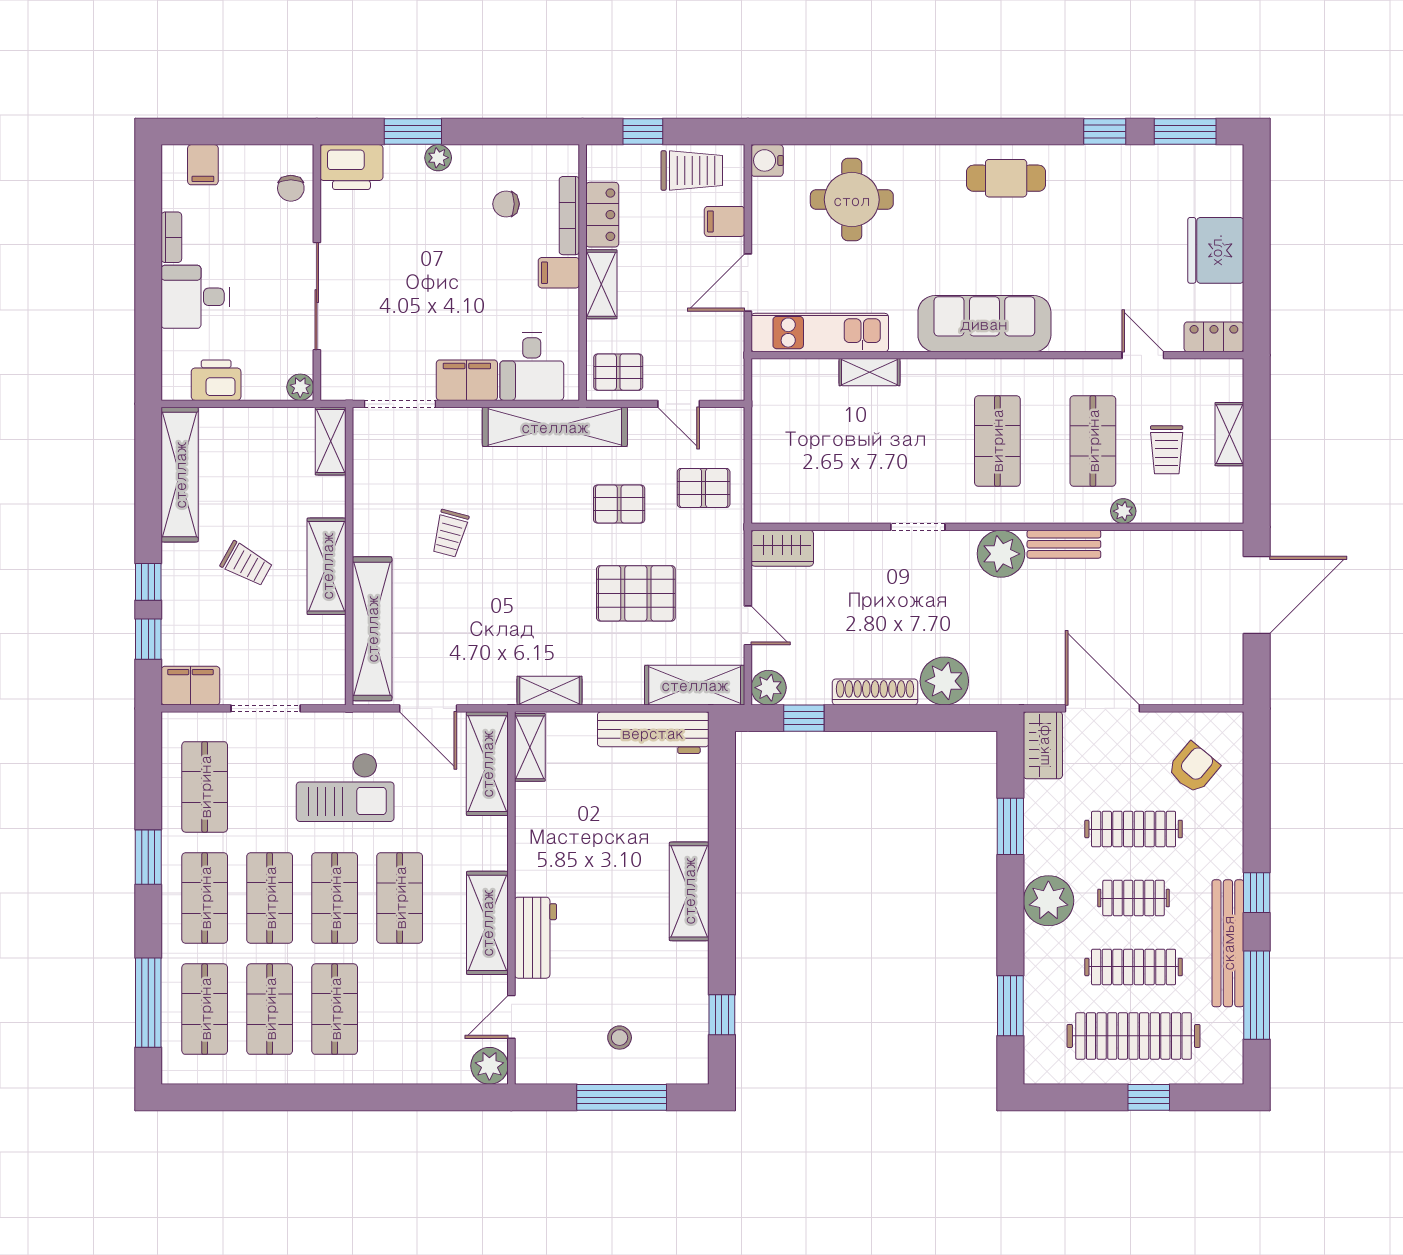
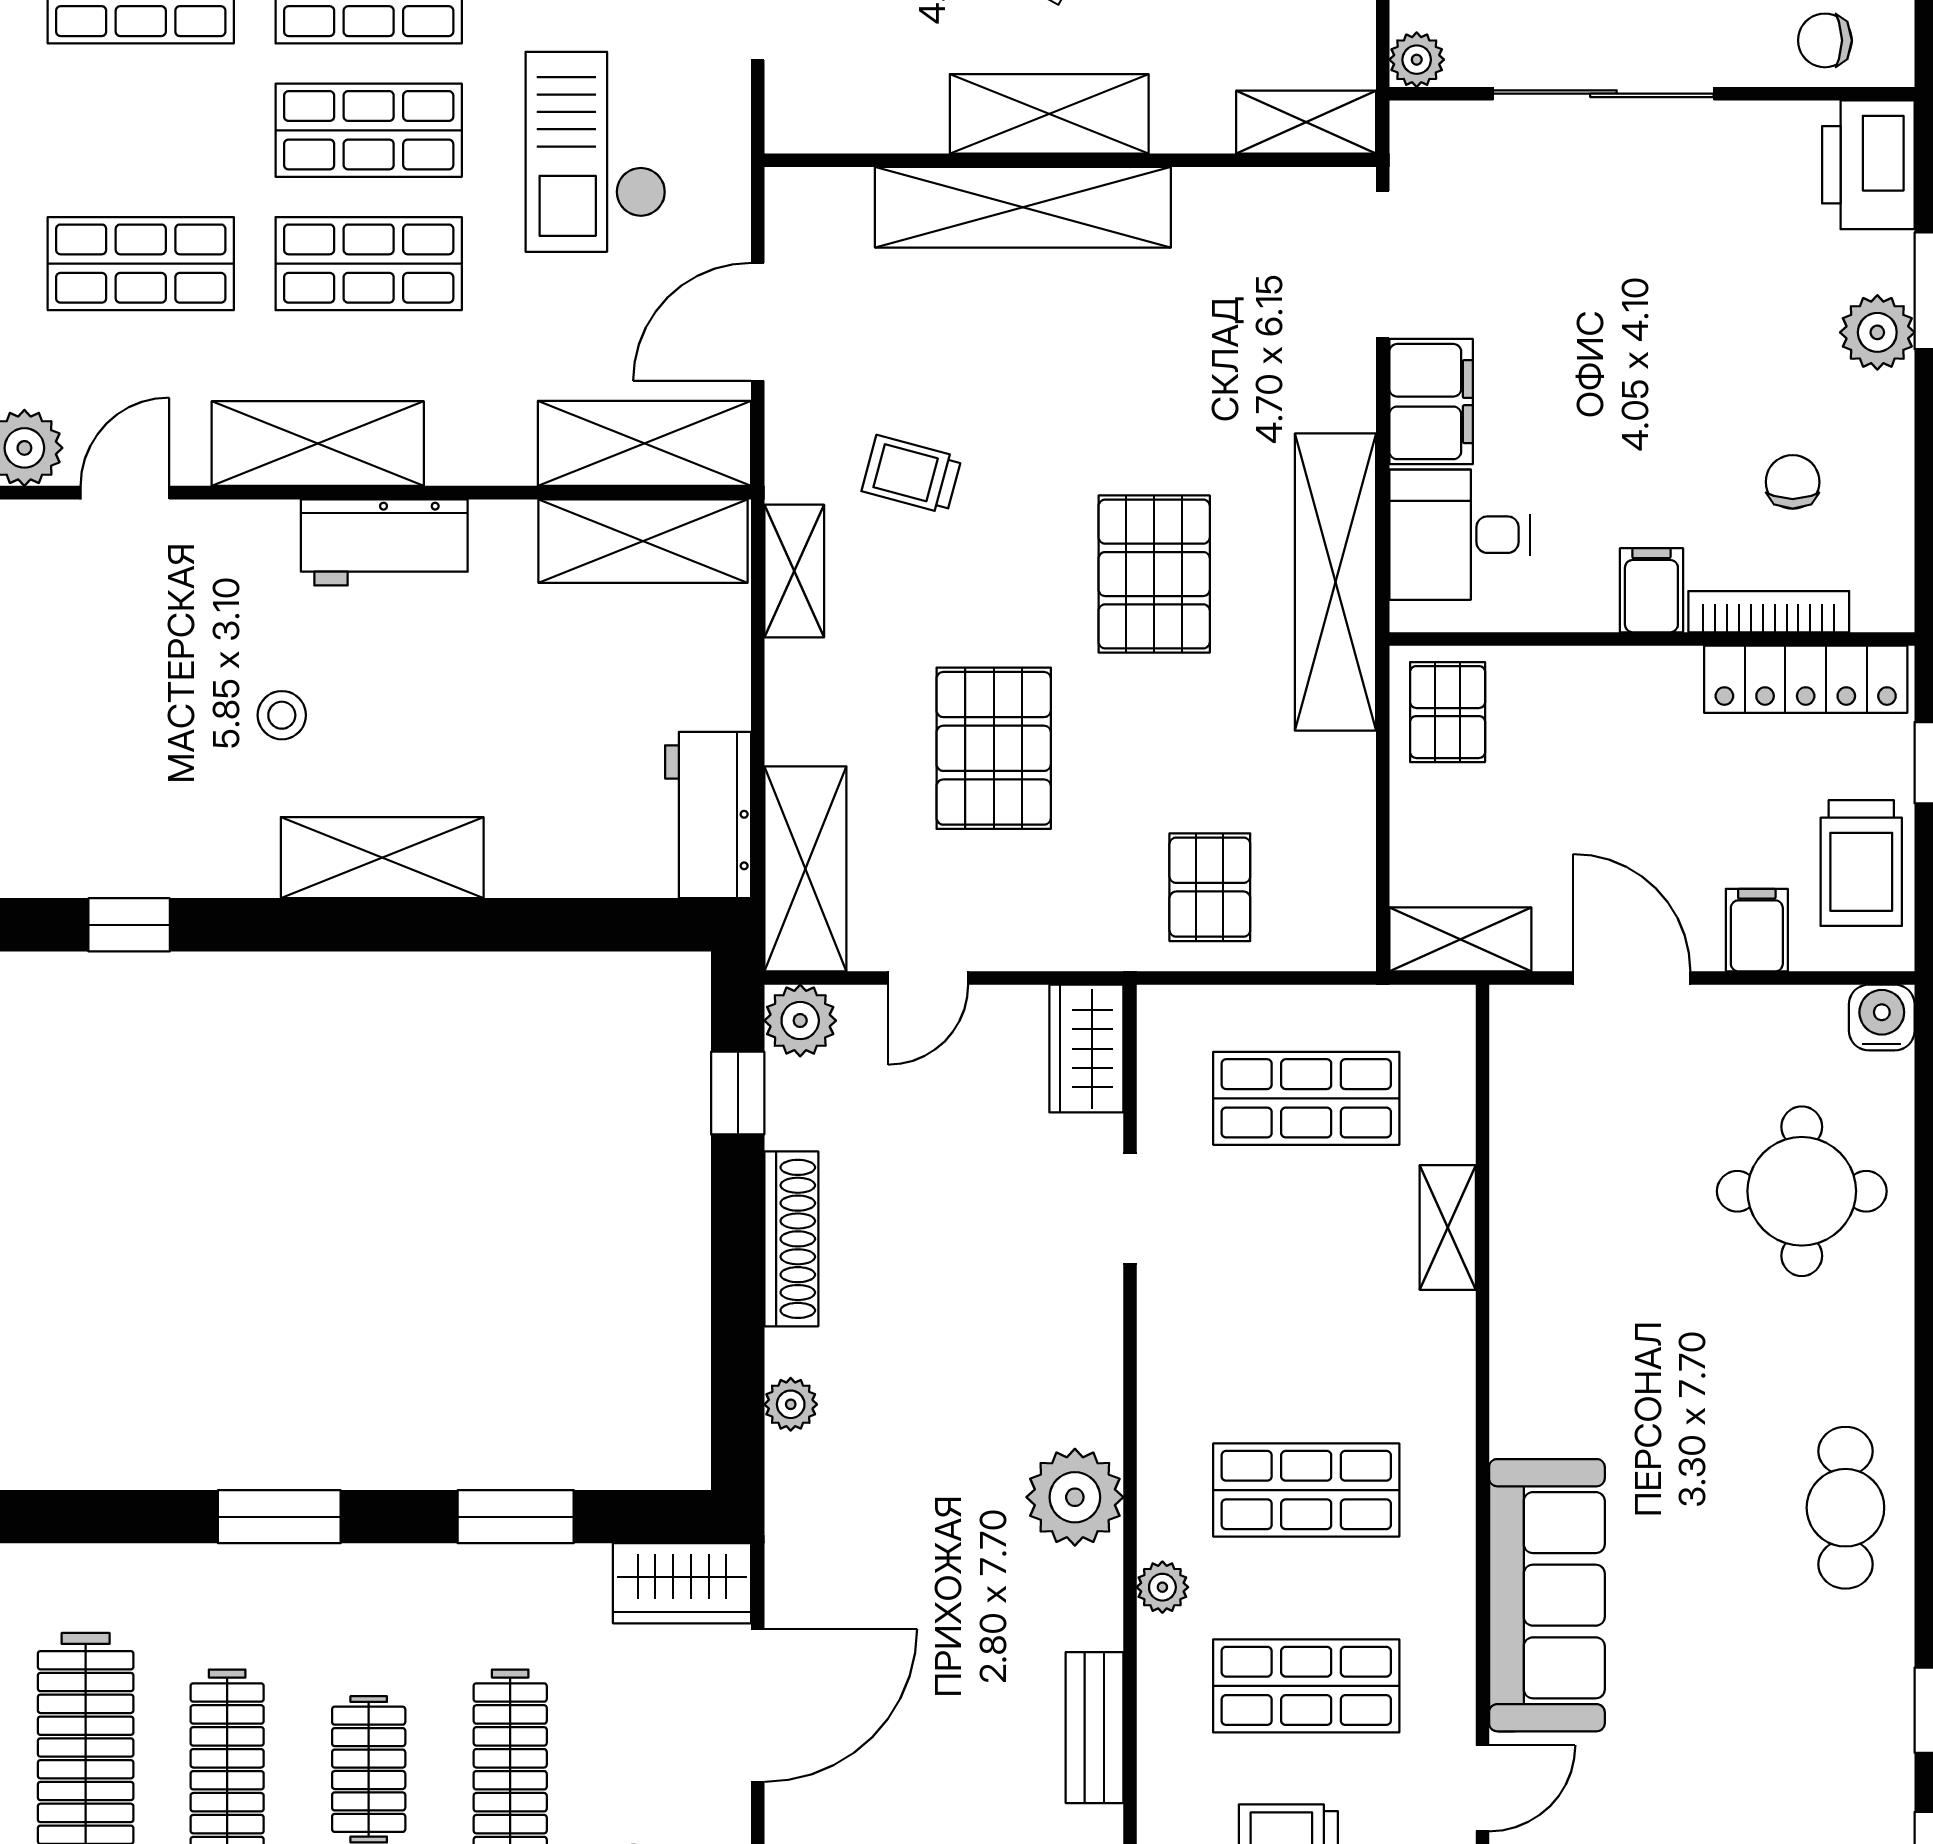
plant: (438, 158) -> (1877, 332), width x1.38, depth x1.38
locker: (602, 215) -> (1806, 679), width x1.53
shelving: (601, 284) -> (1460, 939), moved
sofa: (984, 324) -> (1547, 1595), moved
kitchen unit: (820, 333) -> (1529, 1125), removed
door: (679, 404) -> (1383, 836), removed
shop shelf: (806, 441) -> (1306, 1098), added
pallet: (619, 504) -> (1154, 574), moved, width x1.50, depth x1.42
plant: (1123, 511) -> (1162, 1587), moved
doorway: (918, 527) -> (1130, 1209), moved
trolley: (450, 533) -> (912, 474), moved
bench: (1064, 544) -> (1095, 1728), moved
shelving: (372, 629) -> (1023, 207), moved
plant: (944, 681) -> (791, 1404), width x0.53, depth x0.53
workbench: (653, 733) -> (708, 815), width x0.73
shelving: (530, 747) -> (643, 541), width x1.50, depth x1.33
plant: (1048, 901) -> (363, 1595), removed
workbench: (535, 938) -> (384, 542), moved
window: (1010, 1006) -> (279, 1517), moved
shop shelf: (335, 1009) -> (141, 264), moved
door: (511, 1017) -> (125, 493), hinge flipped
stool: (620, 1038) -> (282, 715), moved

